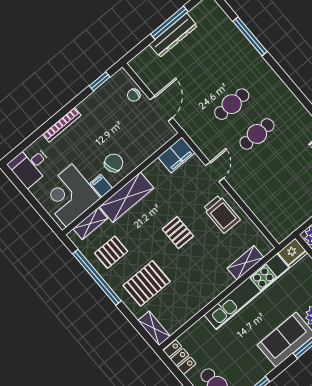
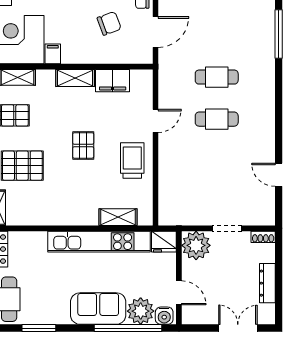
filing cabinet: (176, 155) -> (113, 81), moved
chair: (114, 163) -> (109, 23), moved
shelving: (126, 197) -> (75, 78), width x0.67, depth x0.75
trolley: (222, 214) -> (132, 161), turned 180

